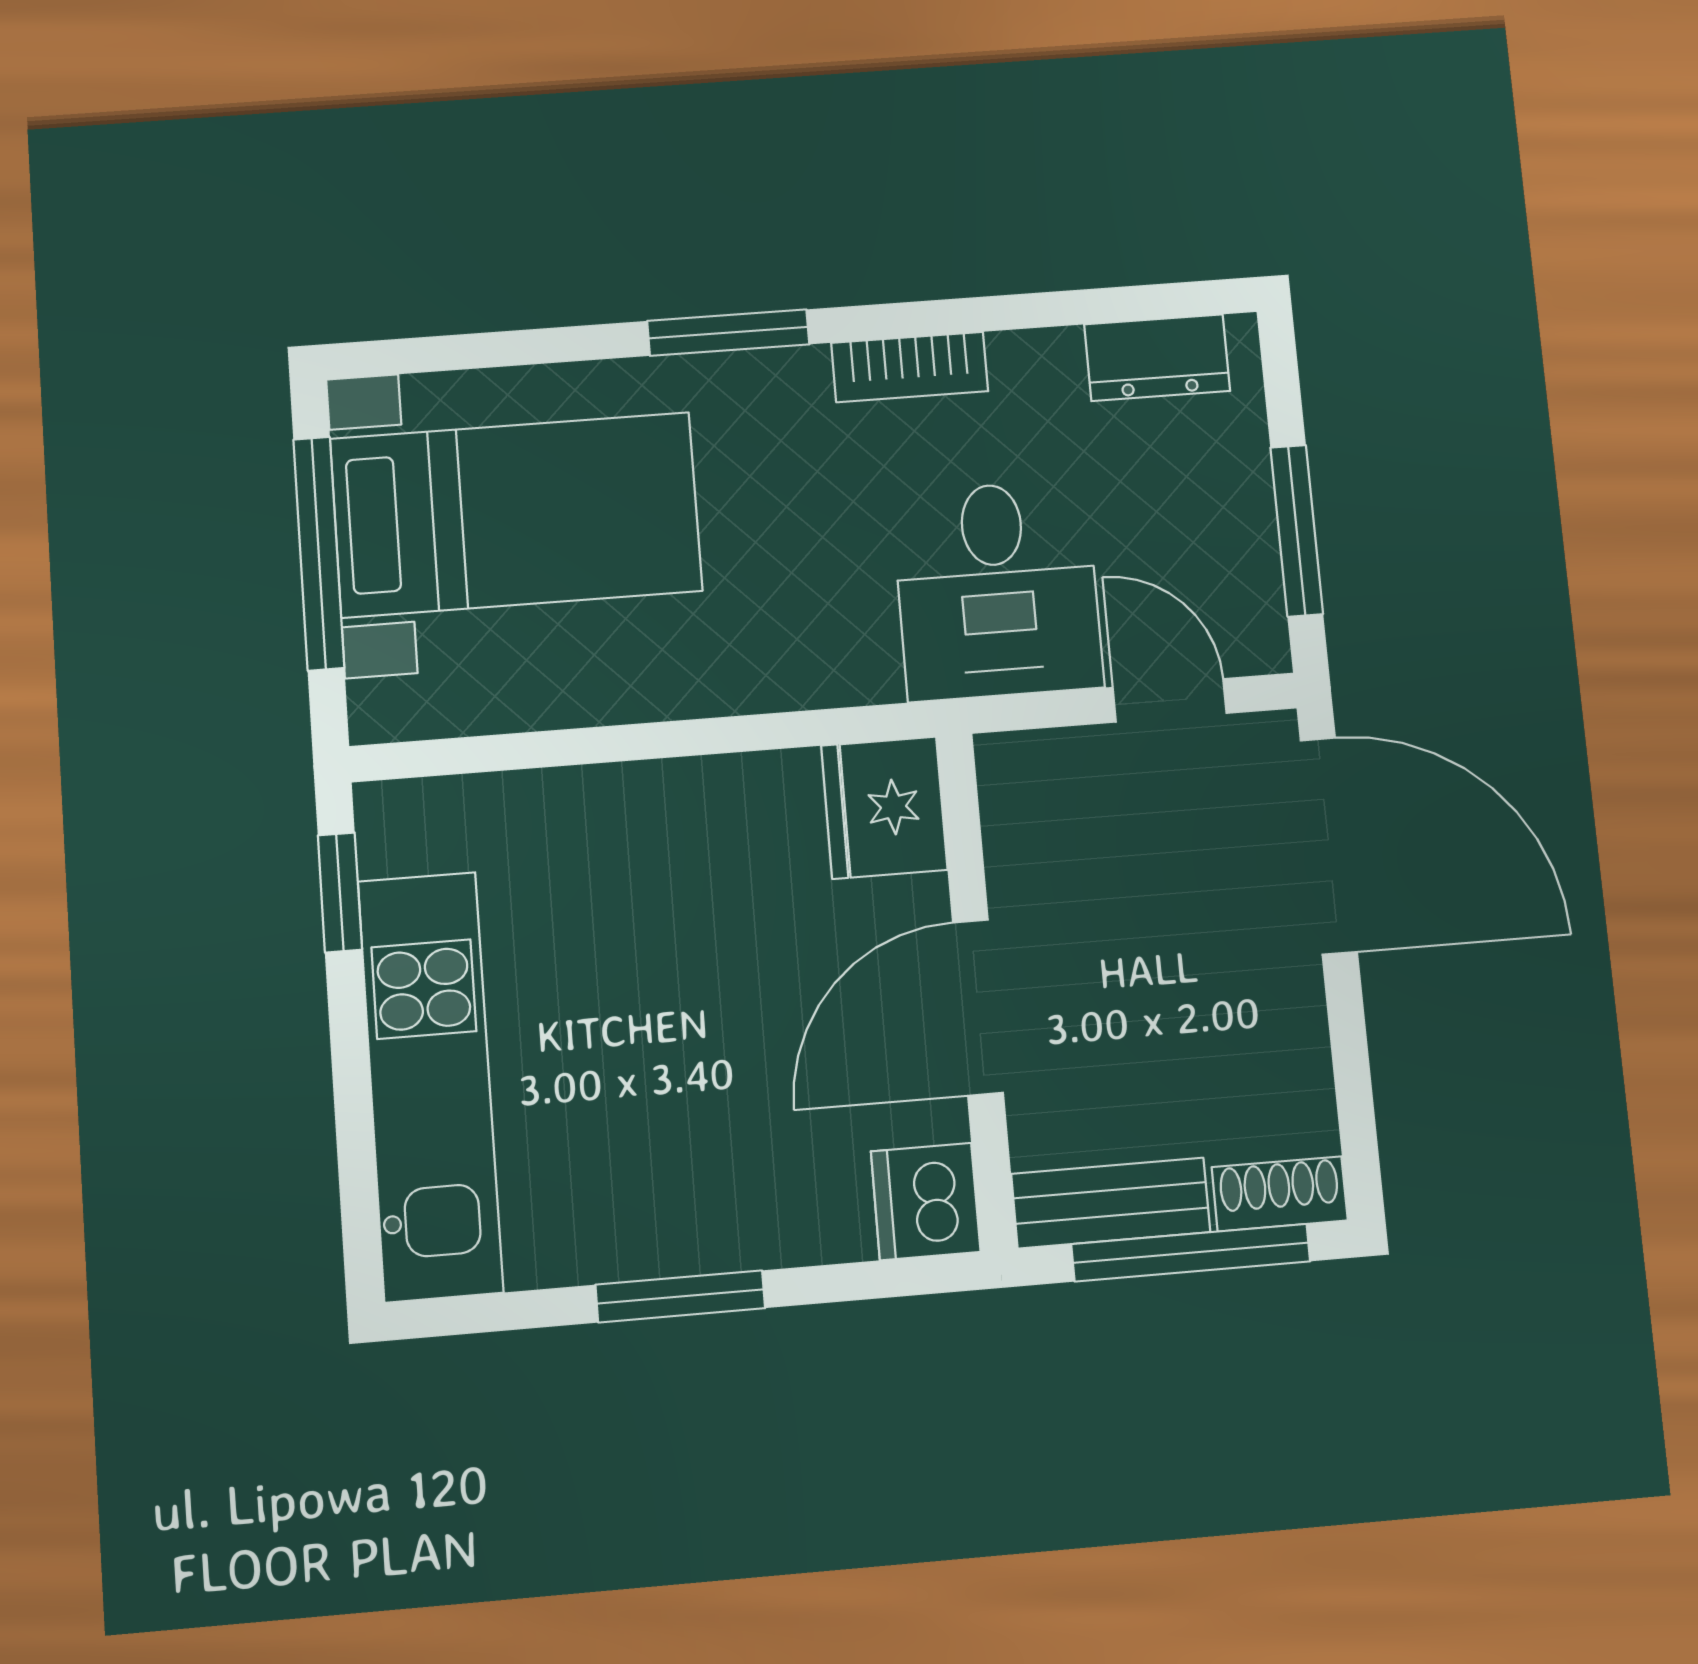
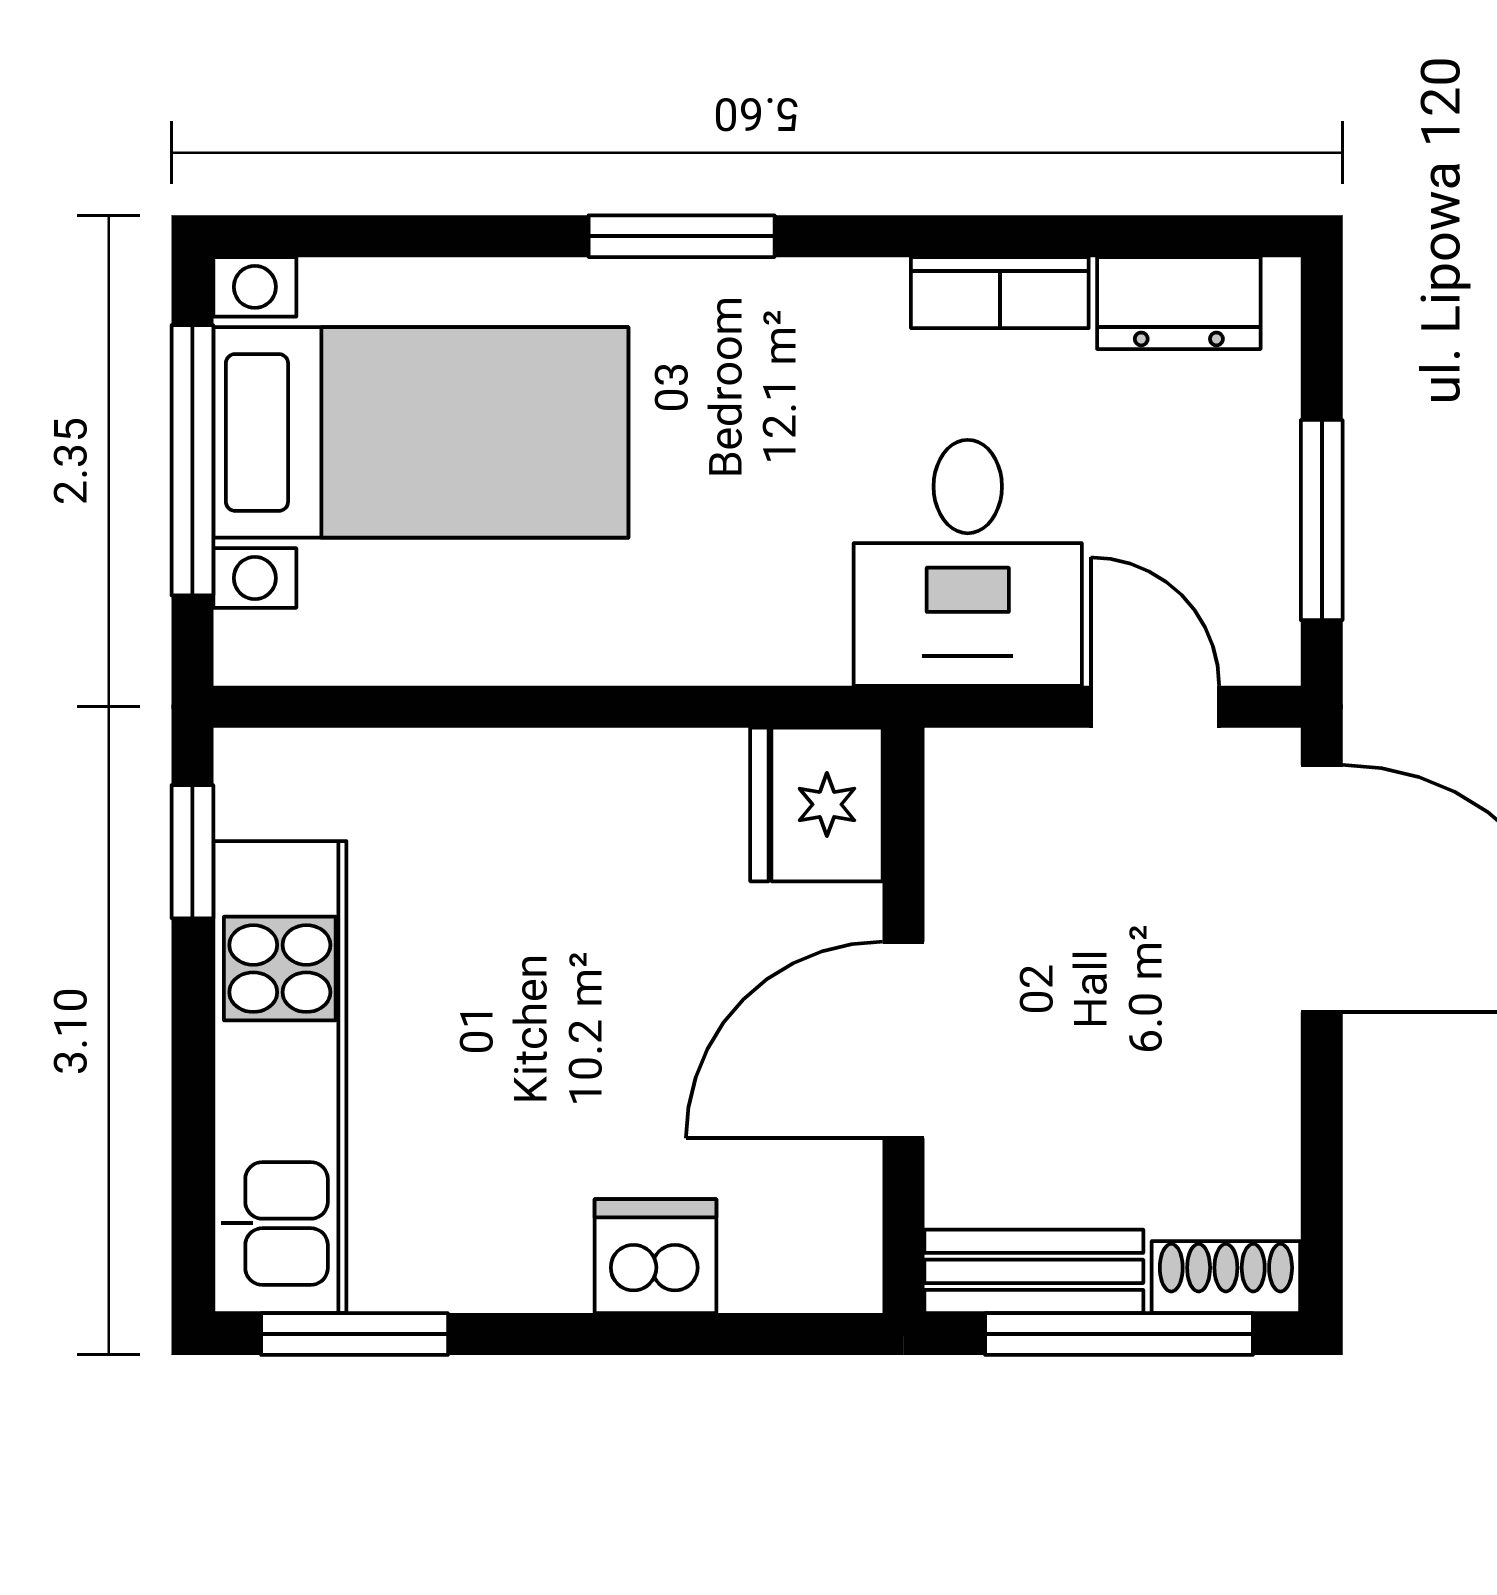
bookcase: (910, 367) -> (1000, 293), moved
dishwasher: (926, 1202) -> (655, 1256), moved, turned 90
window: (680, 1296) -> (355, 1334), moved

